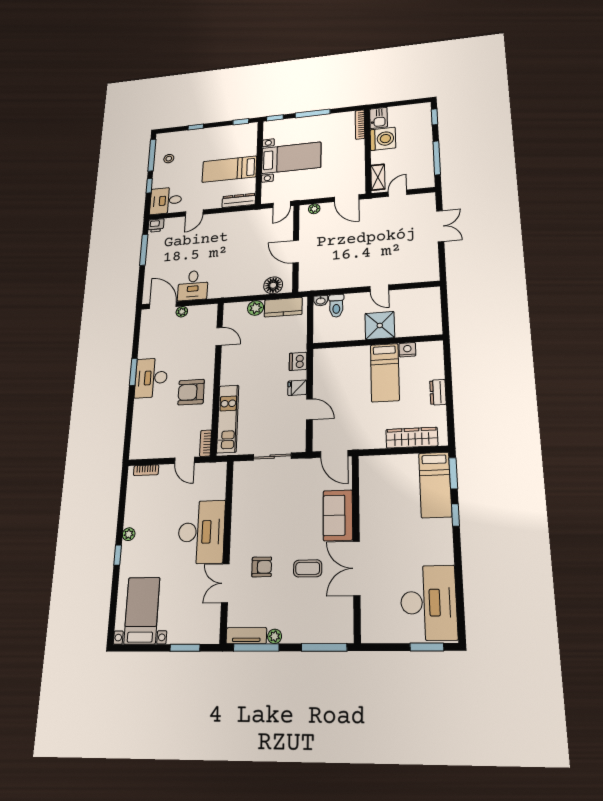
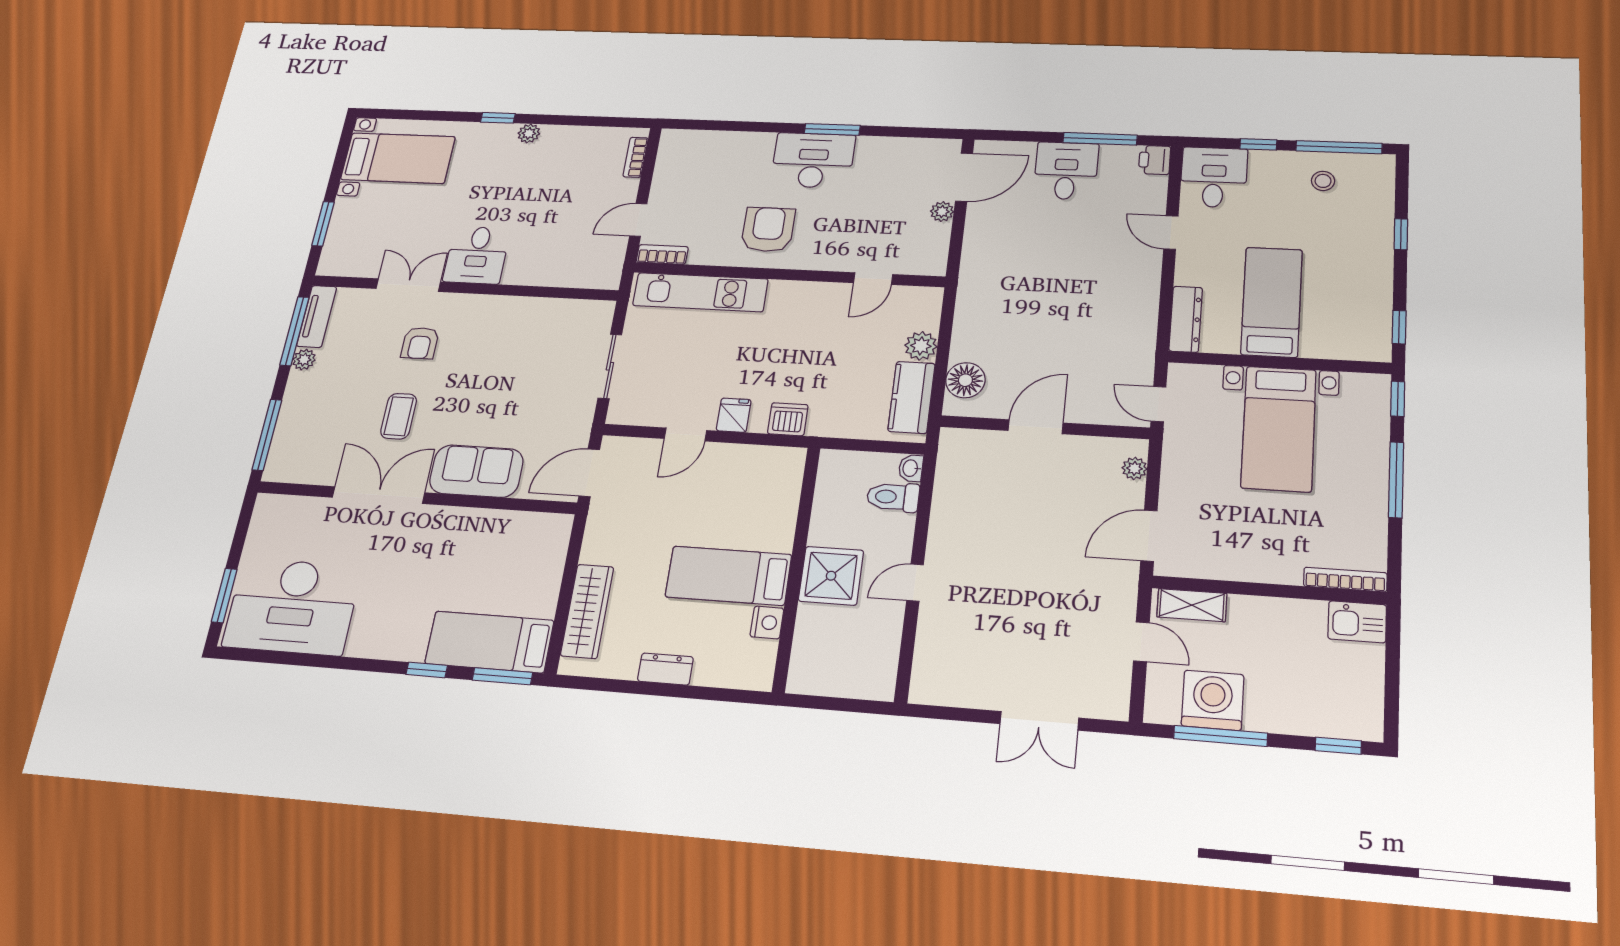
washing machine: (383, 139) -> (1213, 700), moved, turned 180
desk: (193, 285) -> (1066, 171), moved, turned 90
desk: (201, 532) -> (477, 255), width x0.53, depth x0.77

